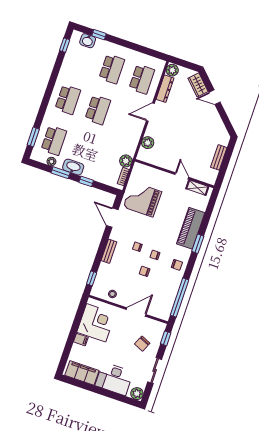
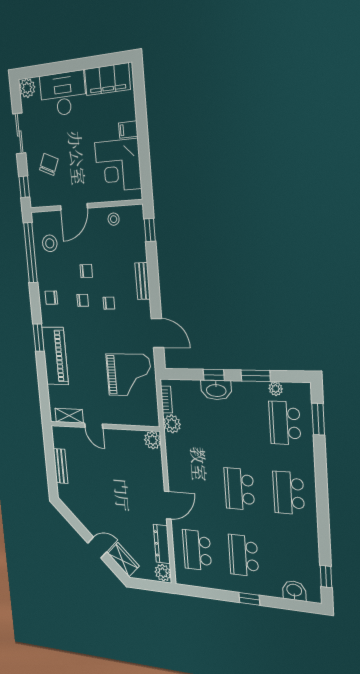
window: (99, 35) -> (249, 599), moved
plant: (148, 143) -> (153, 440), moved
washbasin: (73, 167) -> (216, 390), moved
stool: (163, 298) -> (50, 243), added

